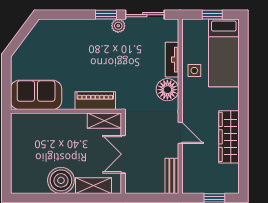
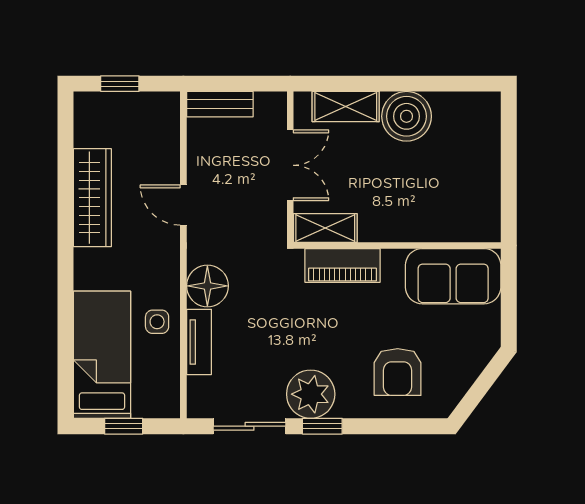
plant: (118, 26) -> (311, 394), width x1.88, depth x1.88
armchair: (66, 44) -> (398, 372), added
bench: (172, 176) -> (220, 104), moved, turned 90

